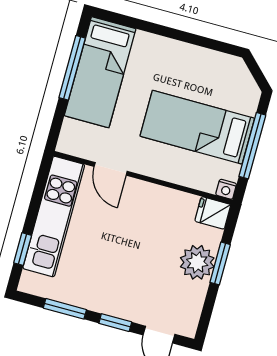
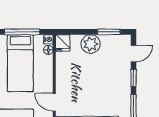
door: (111, 169) -> (54, 102), swing flipped
floor lamp: (207, 184) -> (48, 50), added
window: (220, 263) -> (109, 32), moved

